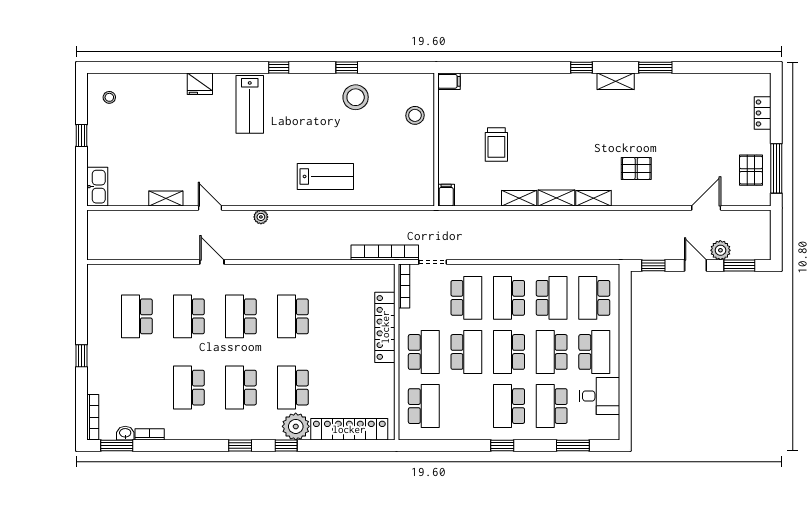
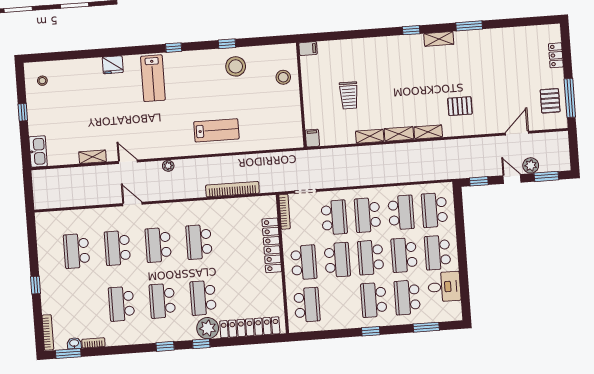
bookcase: (385, 253) -> (232, 189), moved
school desk: (594, 352) -> (438, 253), turned 180

